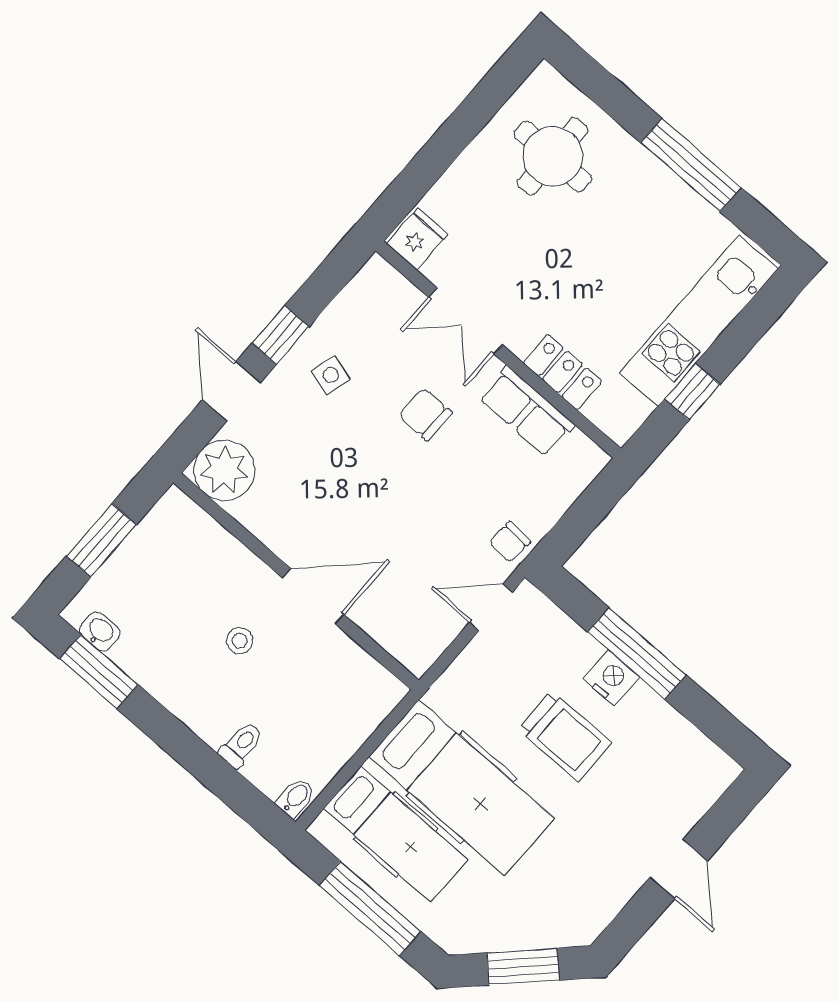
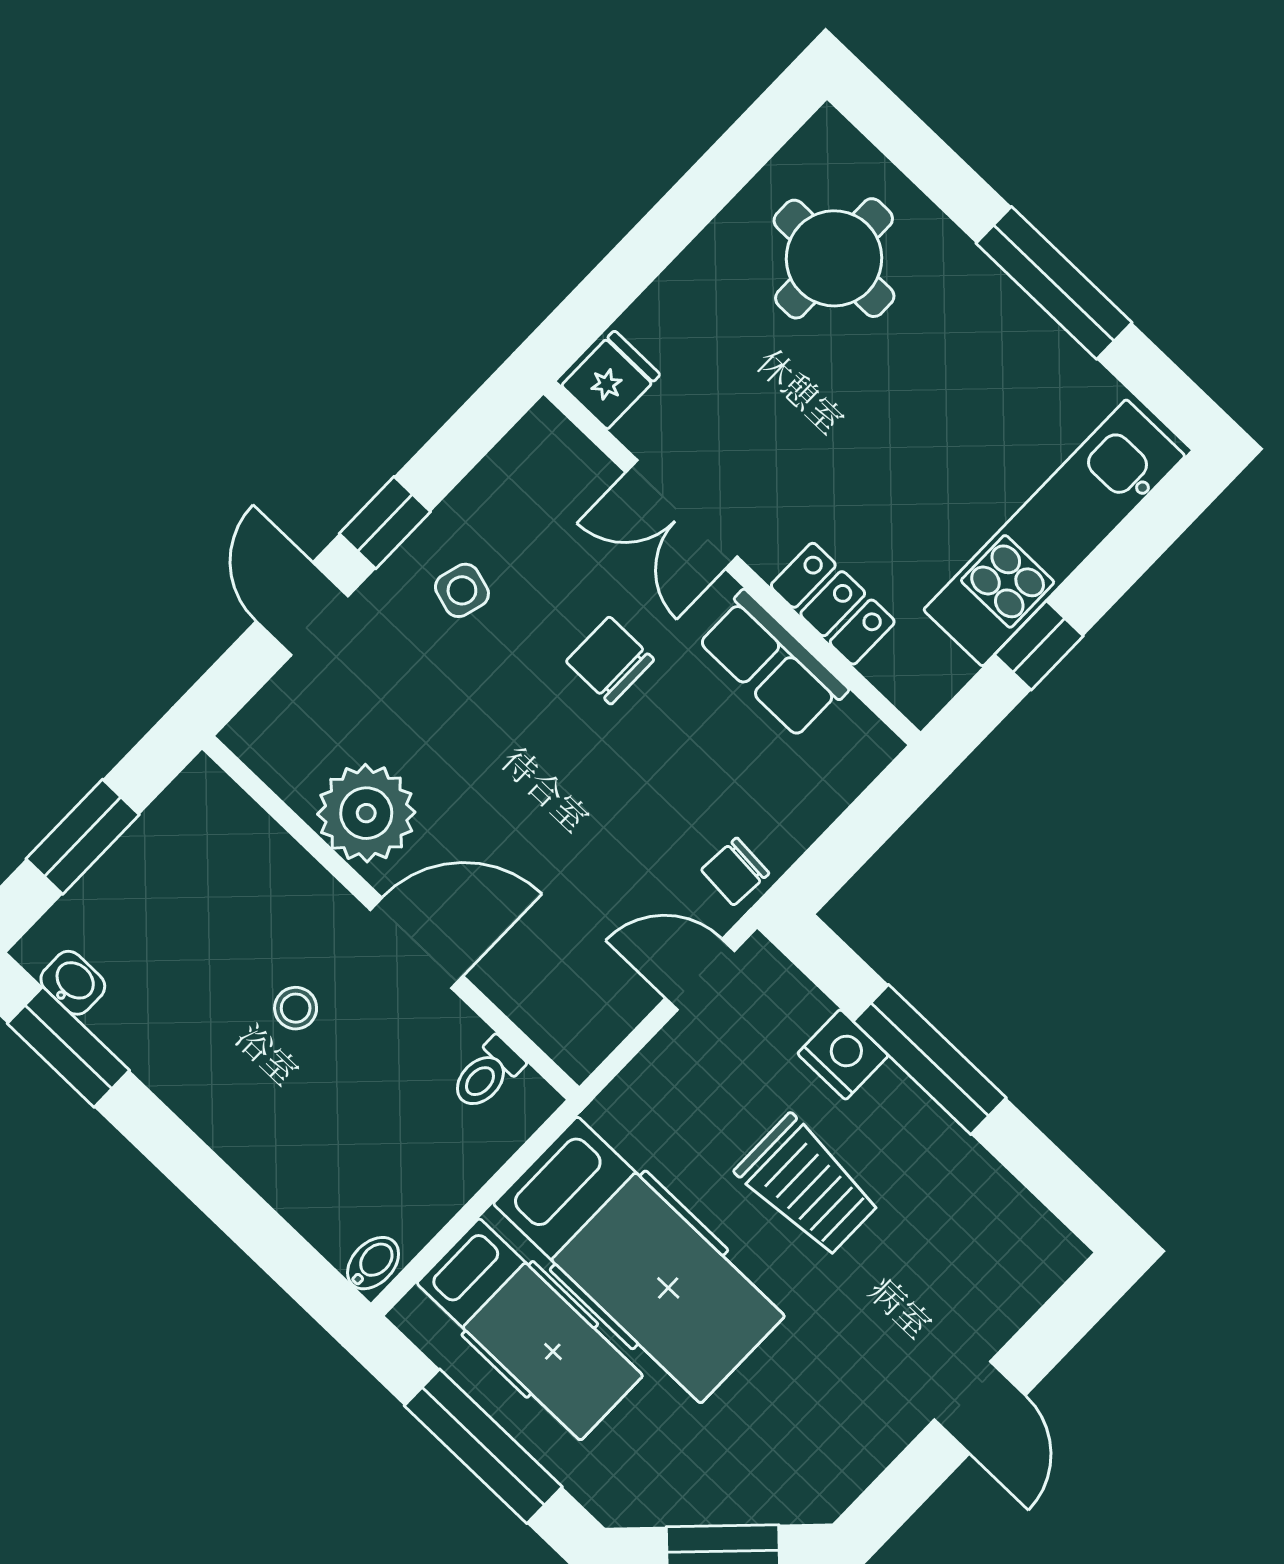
plant: (224, 470) -> (366, 813), moved
nightstand: (611, 678) -> (843, 1055), moved
toilet: (241, 745) -> (487, 1074), moved, turned 180

